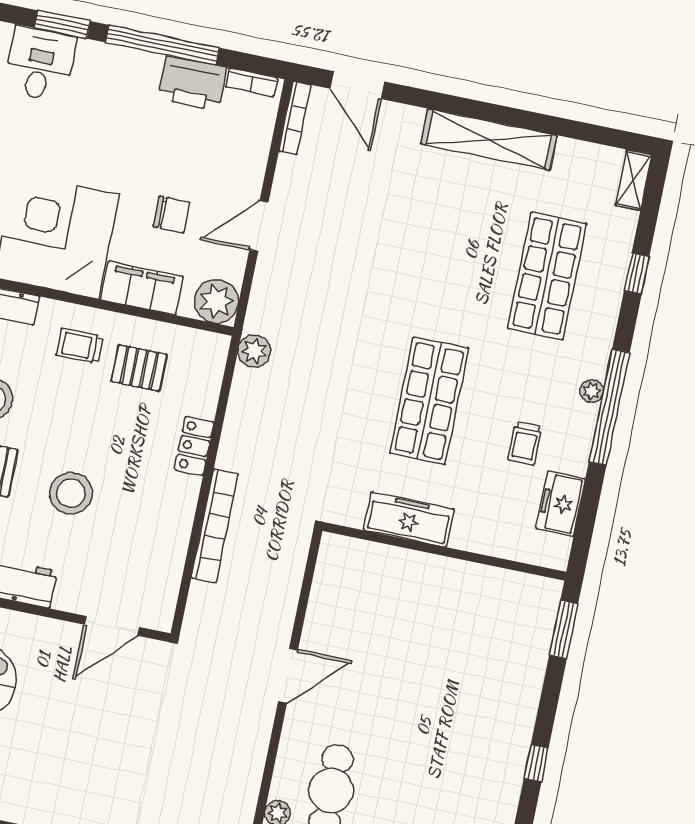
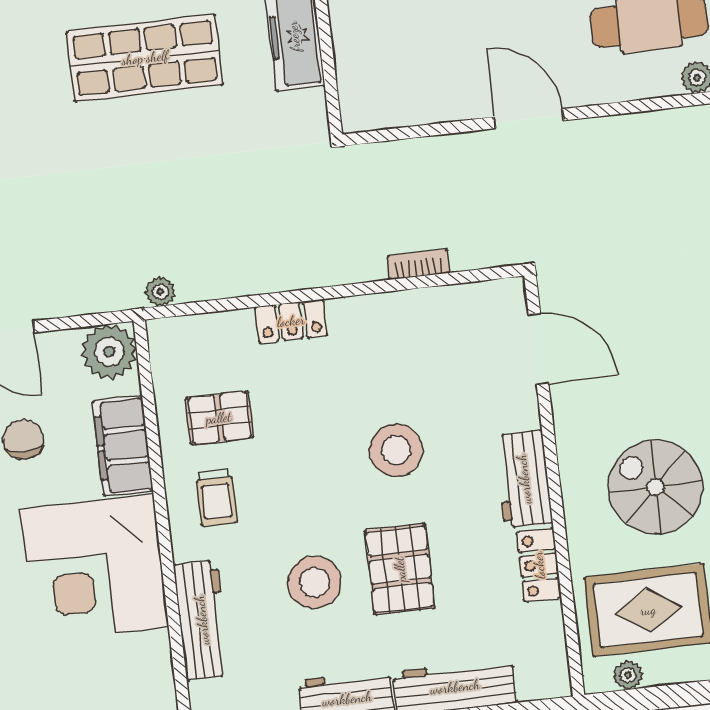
plant: (254, 351) -> (160, 292), width x0.73, depth x0.73
pallet: (139, 368) -> (219, 418), turned 90
bookcase: (215, 526) -> (419, 264), width x0.43, depth x0.76

